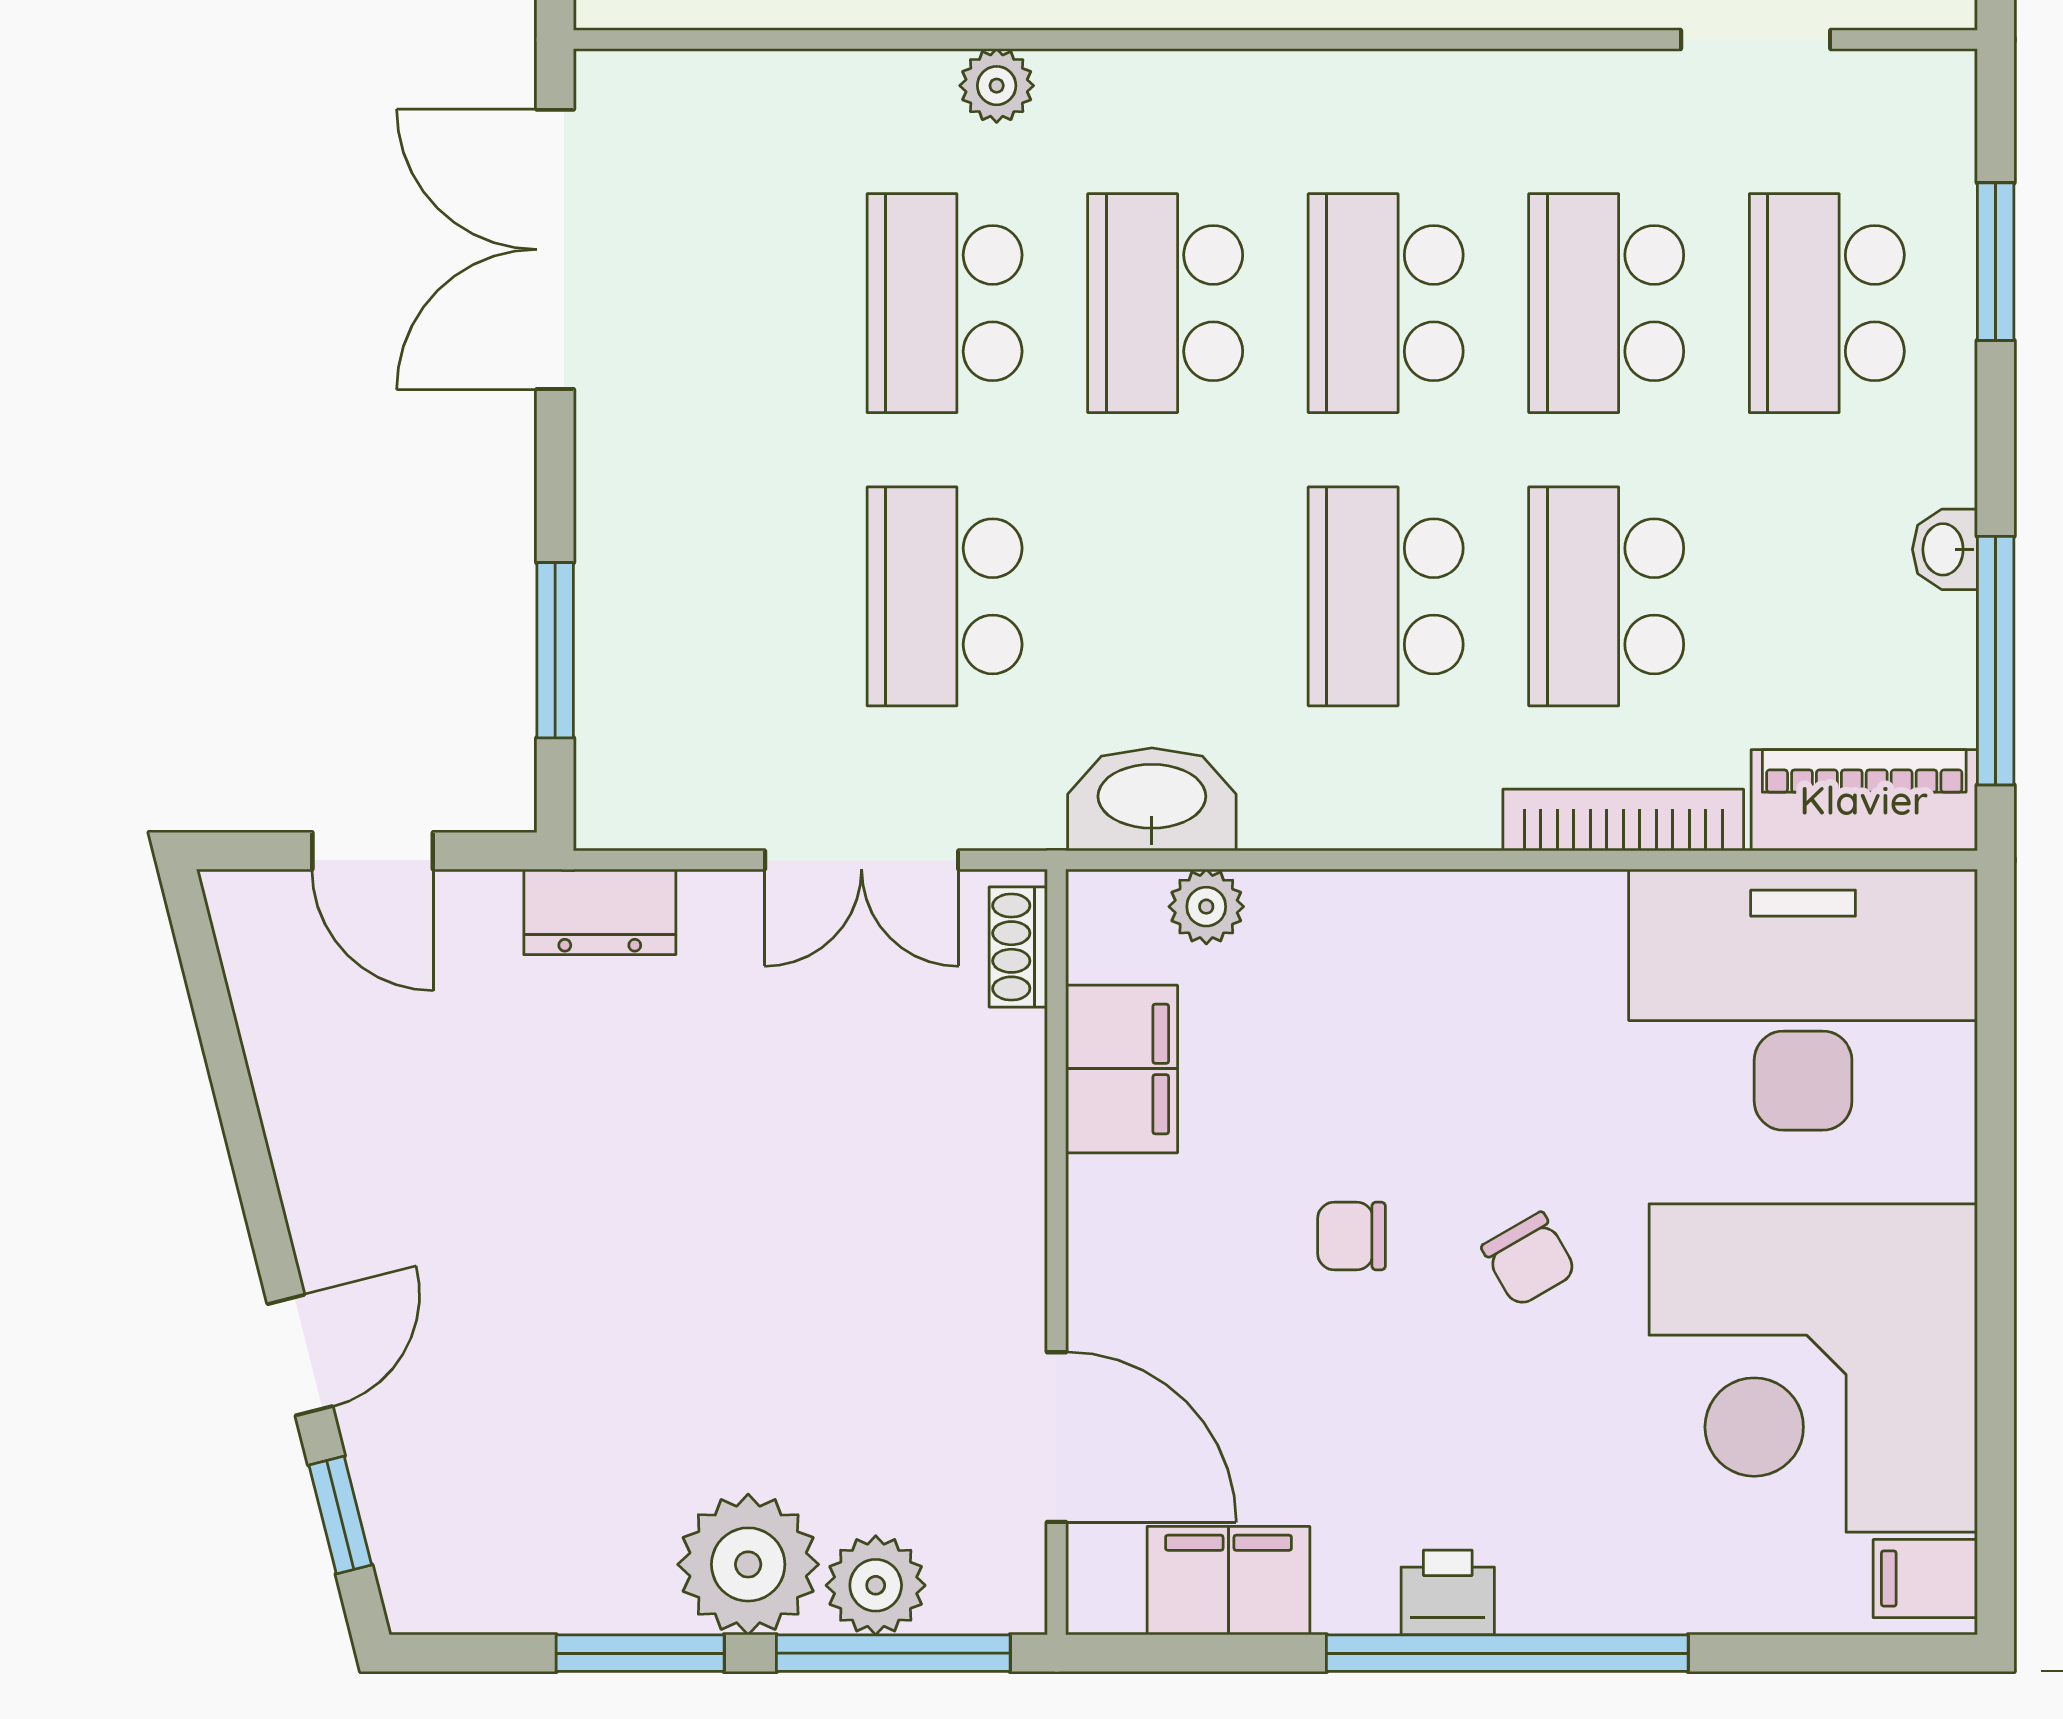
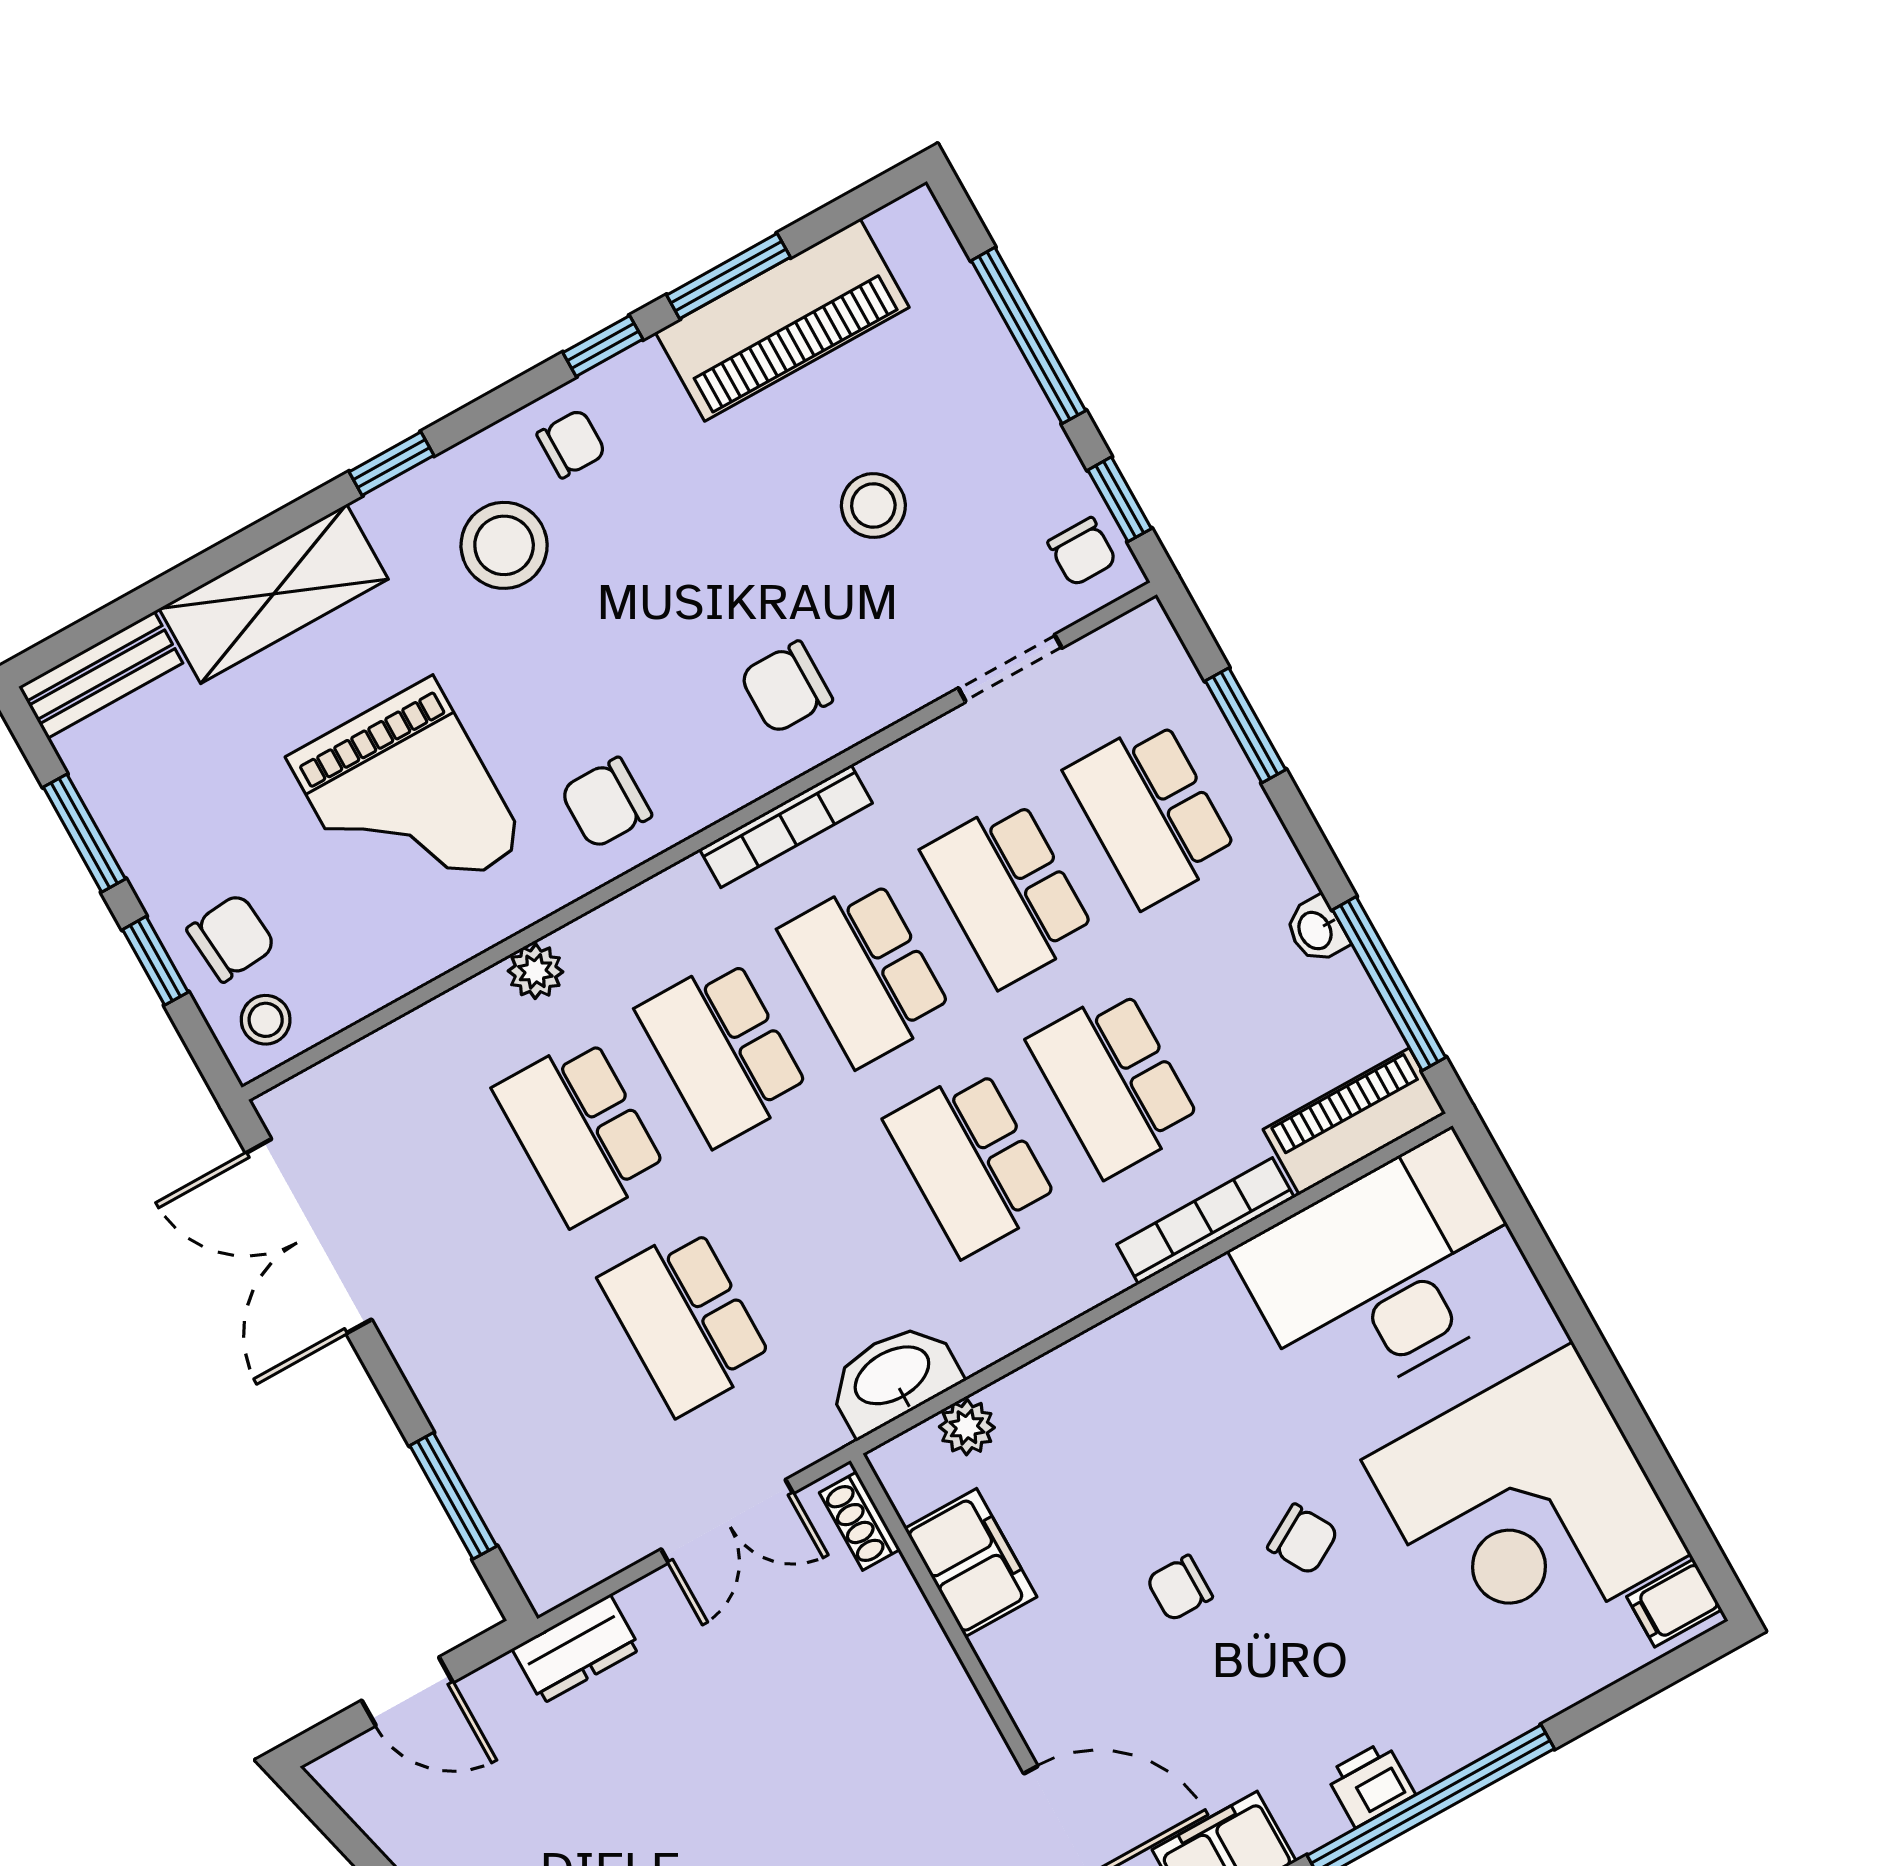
bookcase: (1387, 79) -> (786, 826), added

